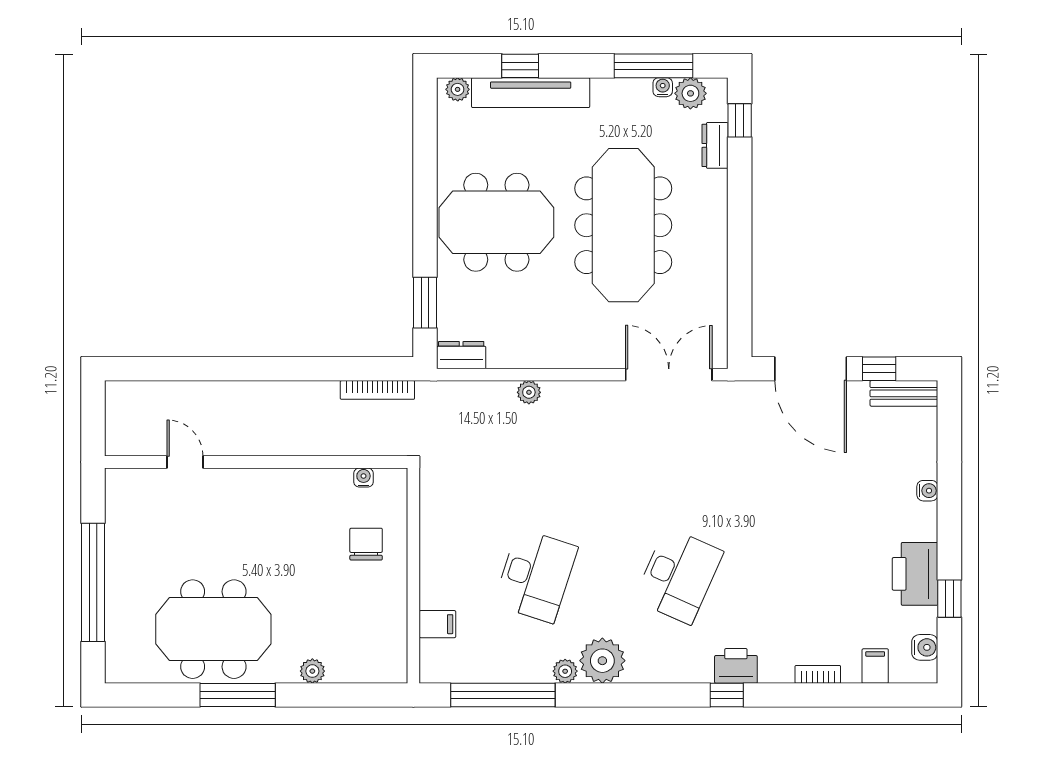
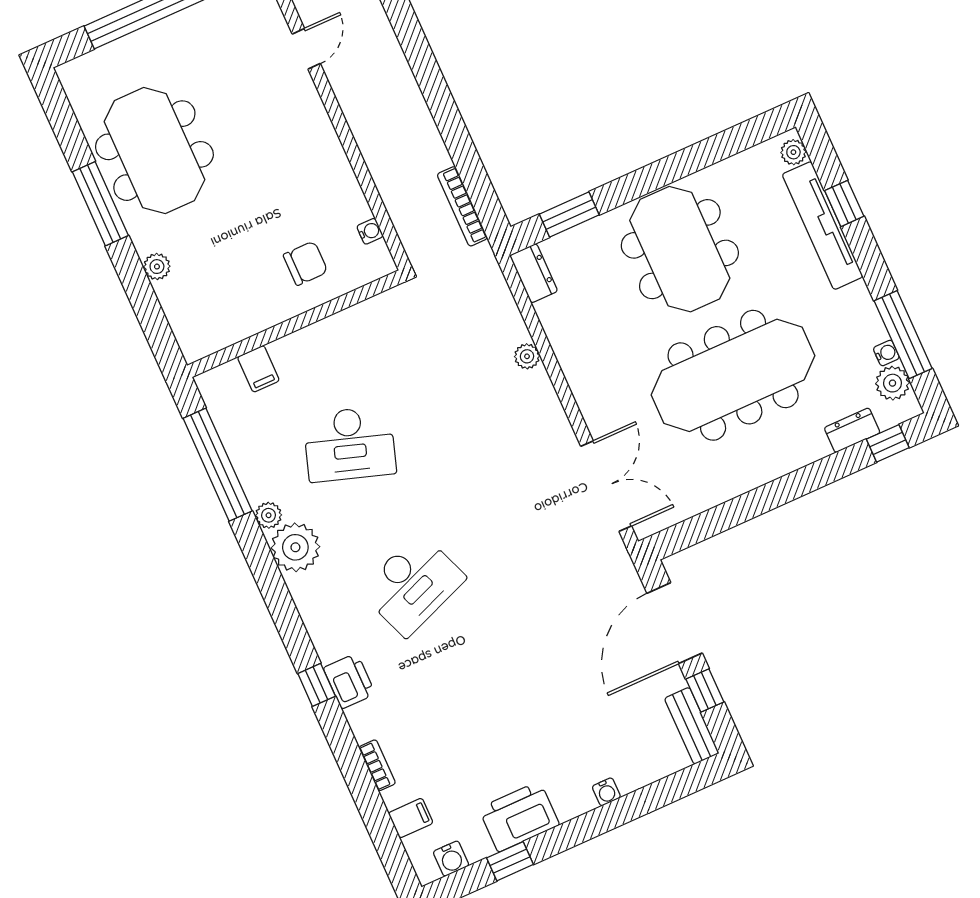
desk: (678, 576) -> (413, 585), turned -45

